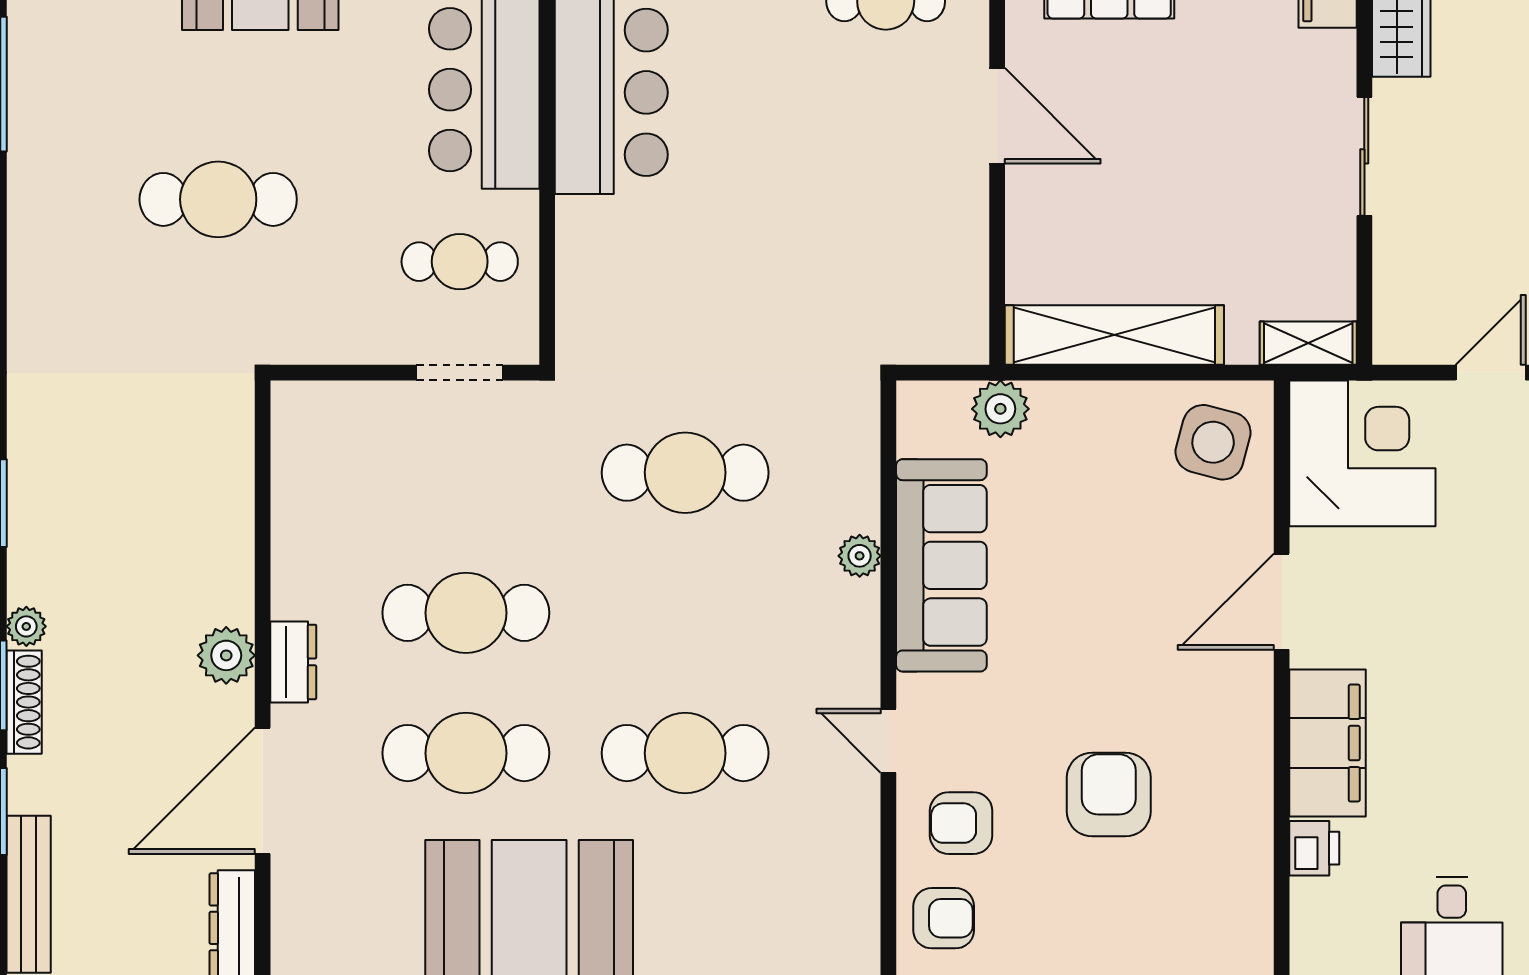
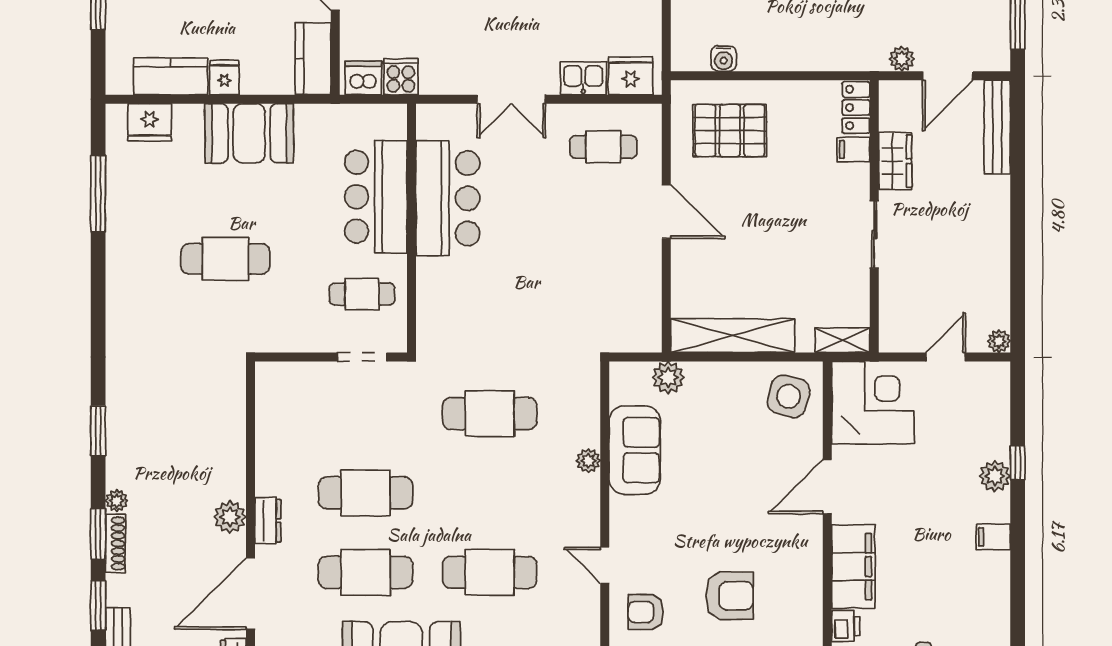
sofa: (941, 565) -> (635, 450), width x0.73
armchair: (1109, 794) -> (729, 596), turned 90

